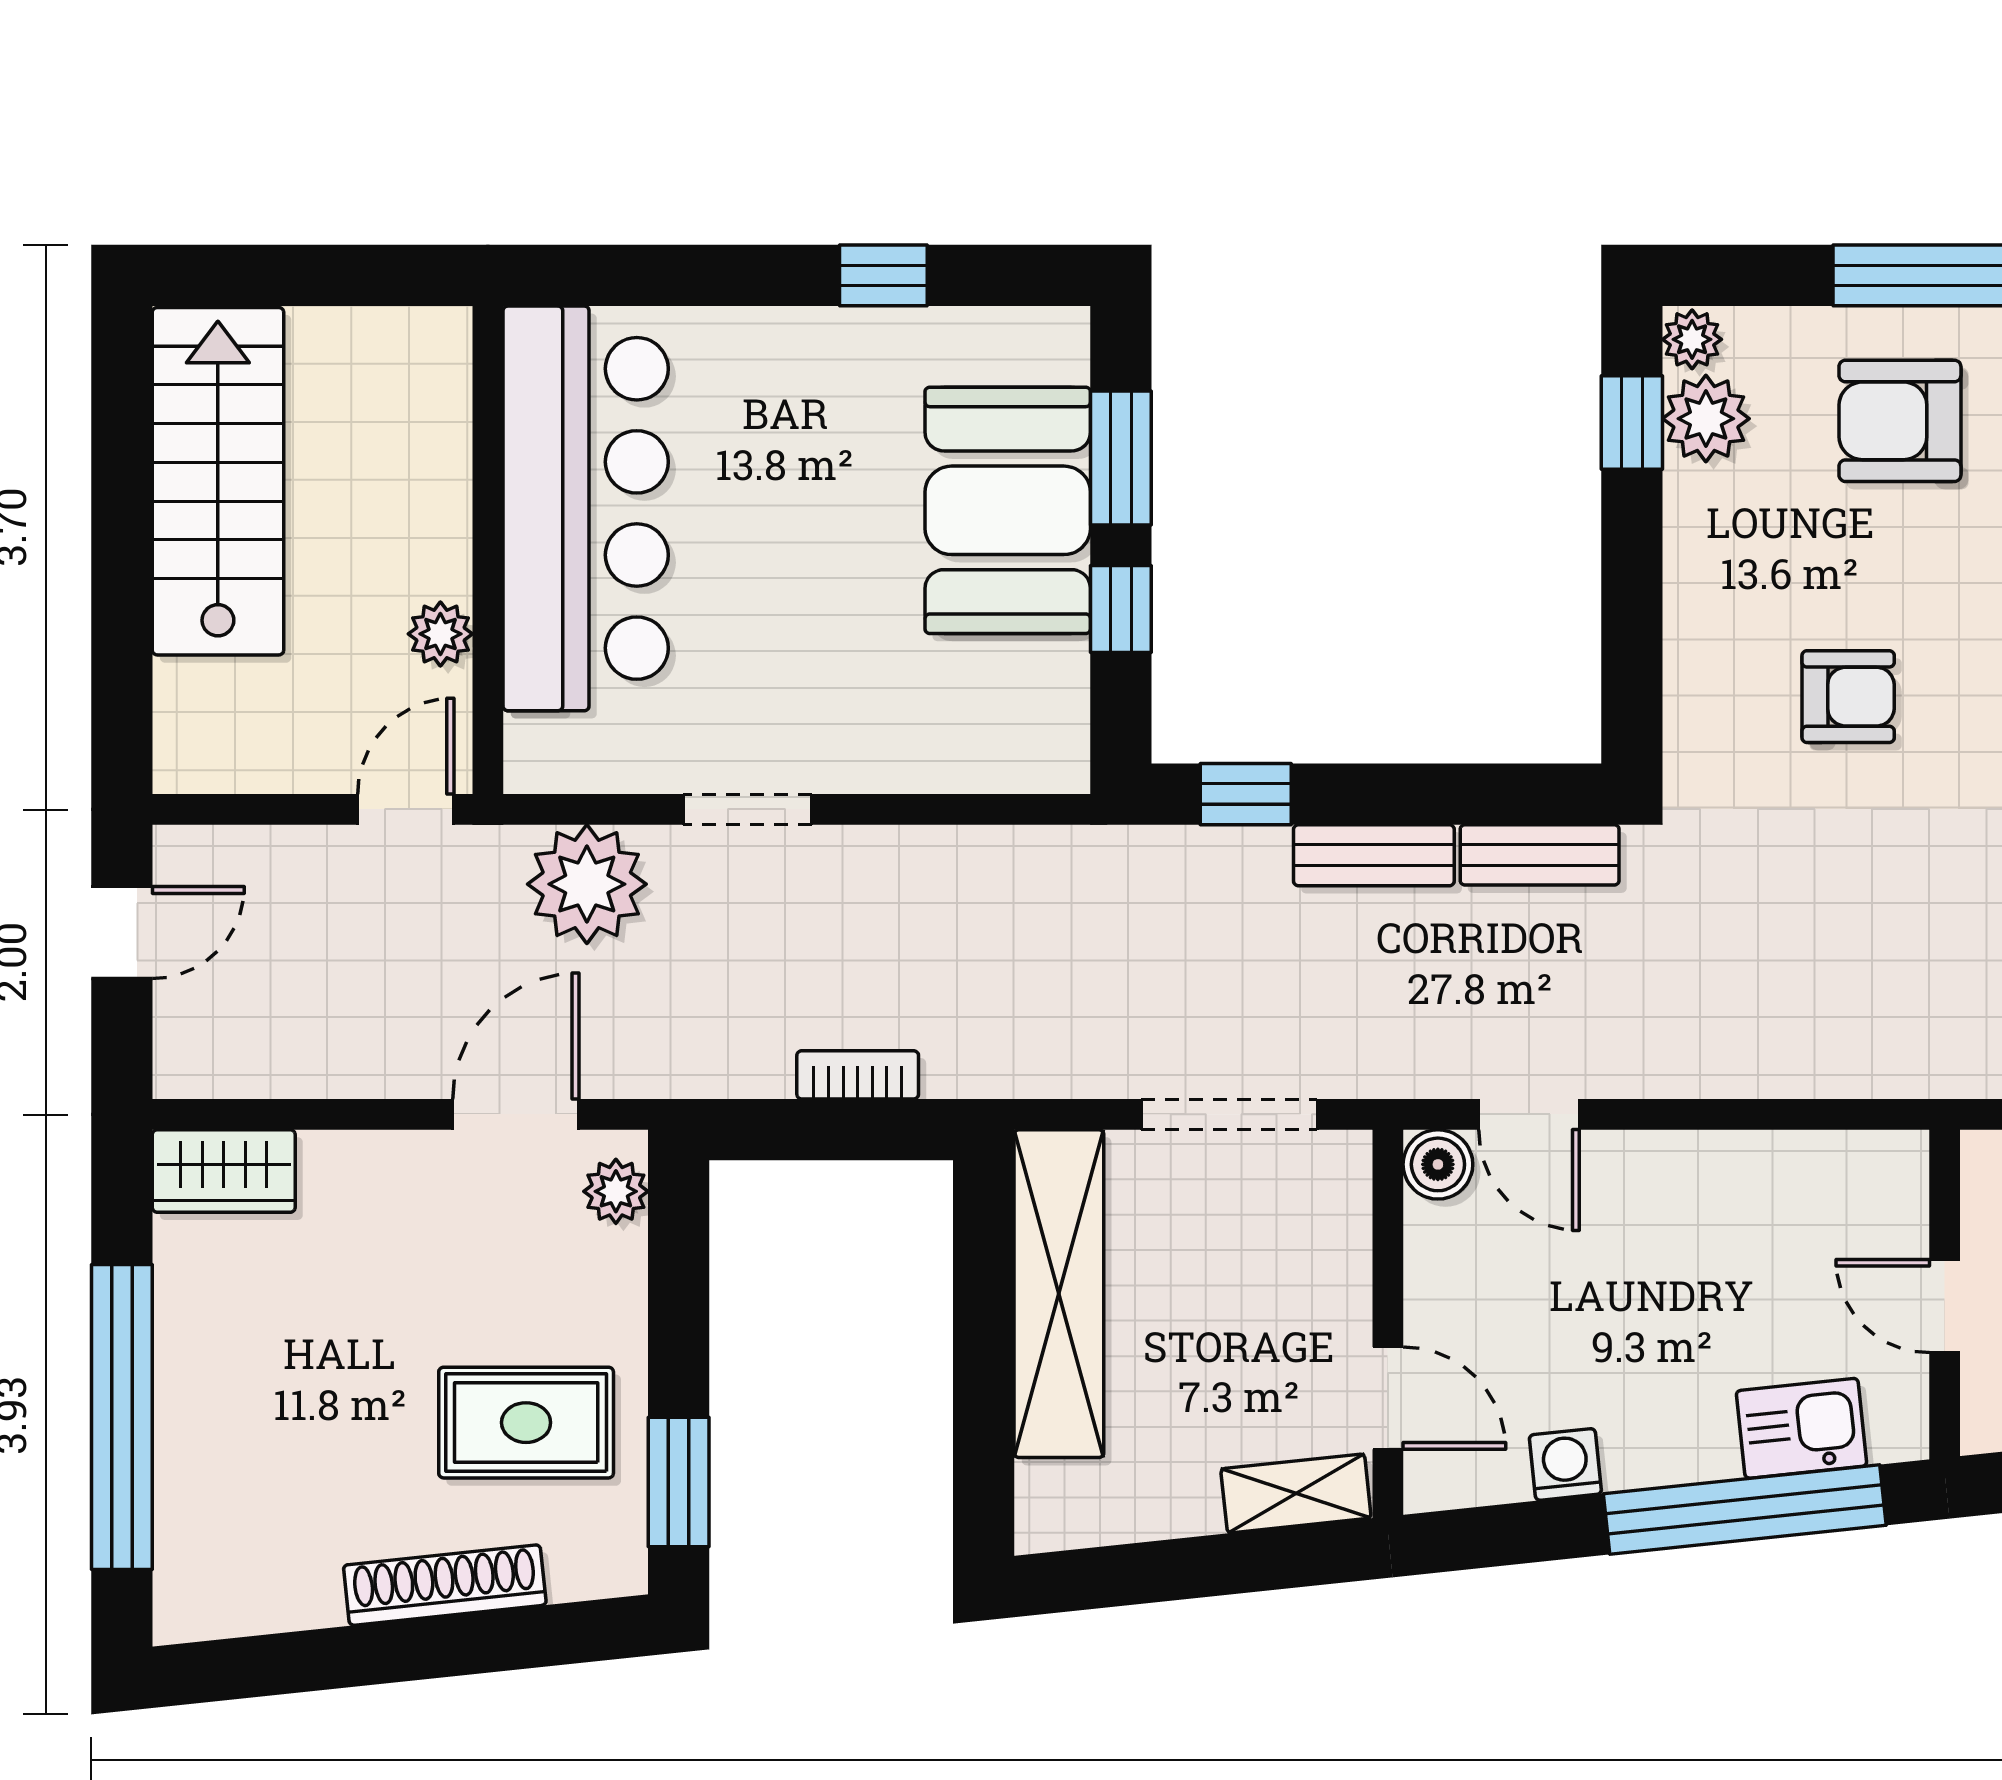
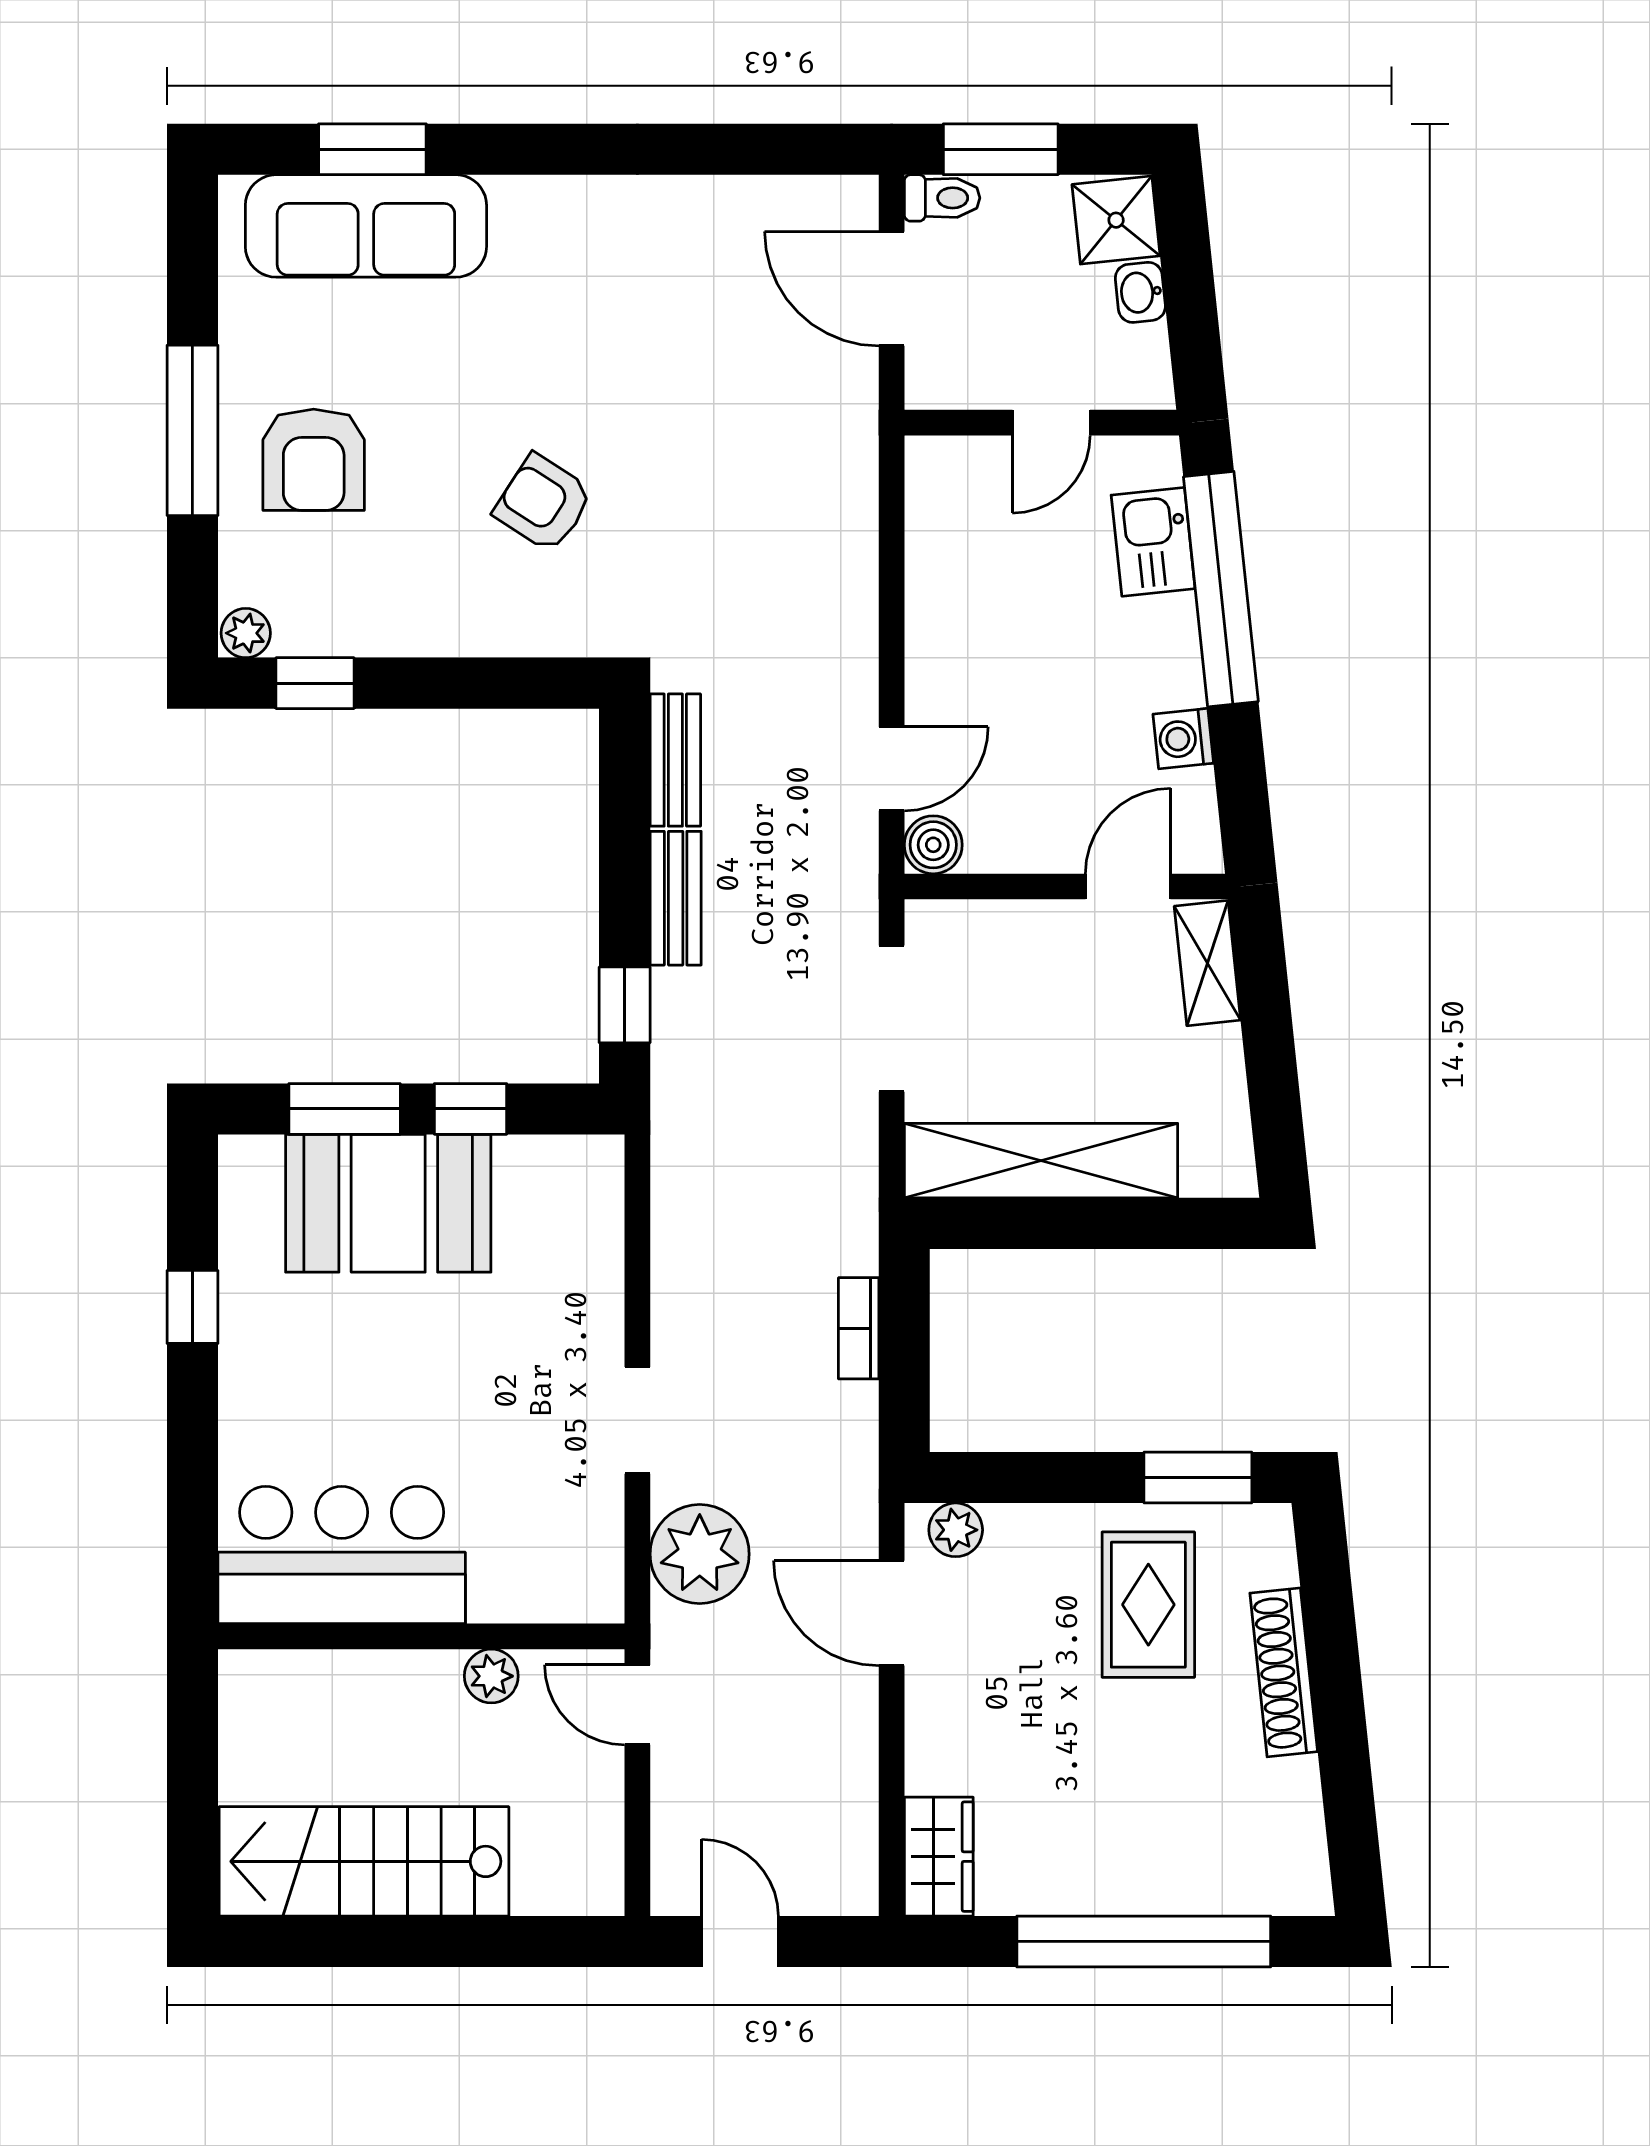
plant: (1706, 419) -> (312, 621), removed
bar counter: (586, 508) -> (342, 1555), width x0.73
armchair: (1848, 697) -> (543, 503), turned -57

